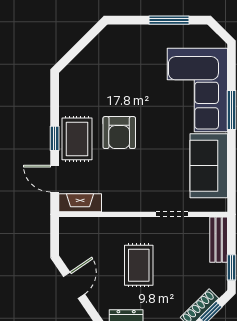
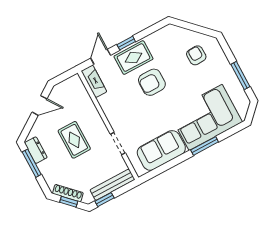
armchair: (115, 61) -> (196, 55), added
bench: (219, 240) -> (112, 185), width x1.36
rug: (139, 265) -> (74, 140), turned 90

